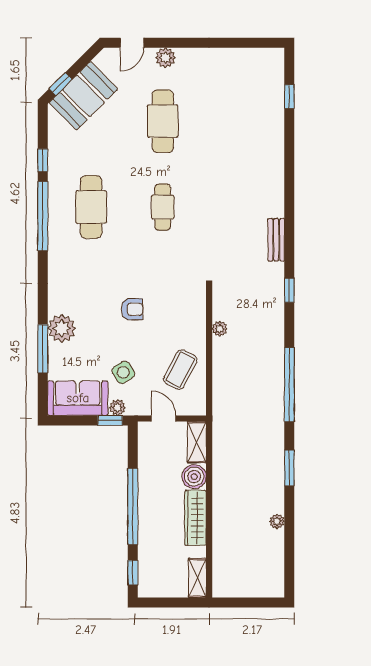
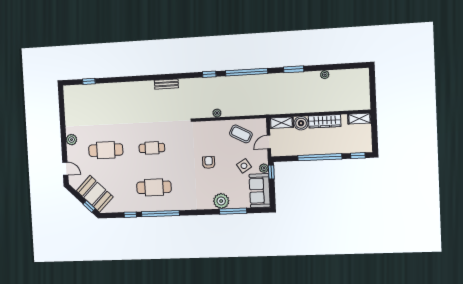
plant: (165, 58) -> (72, 140), moved
window: (289, 290) -> (209, 74), moved

